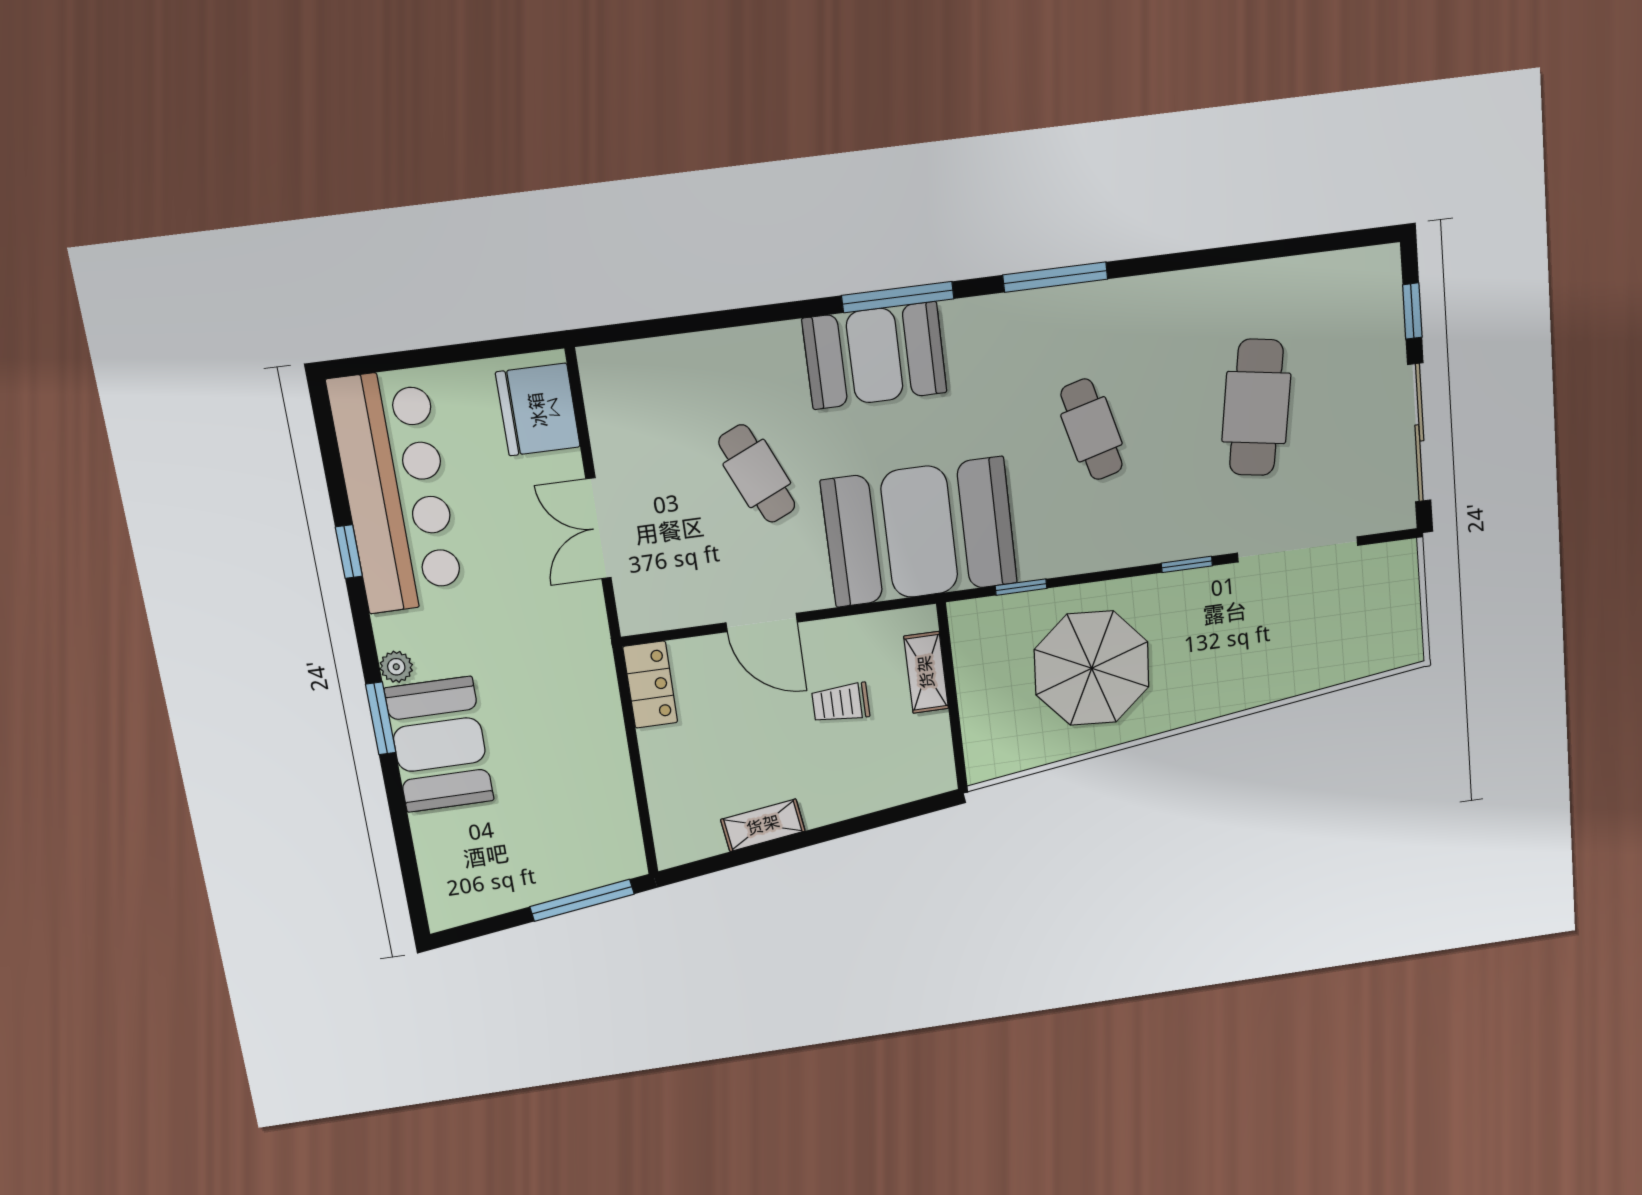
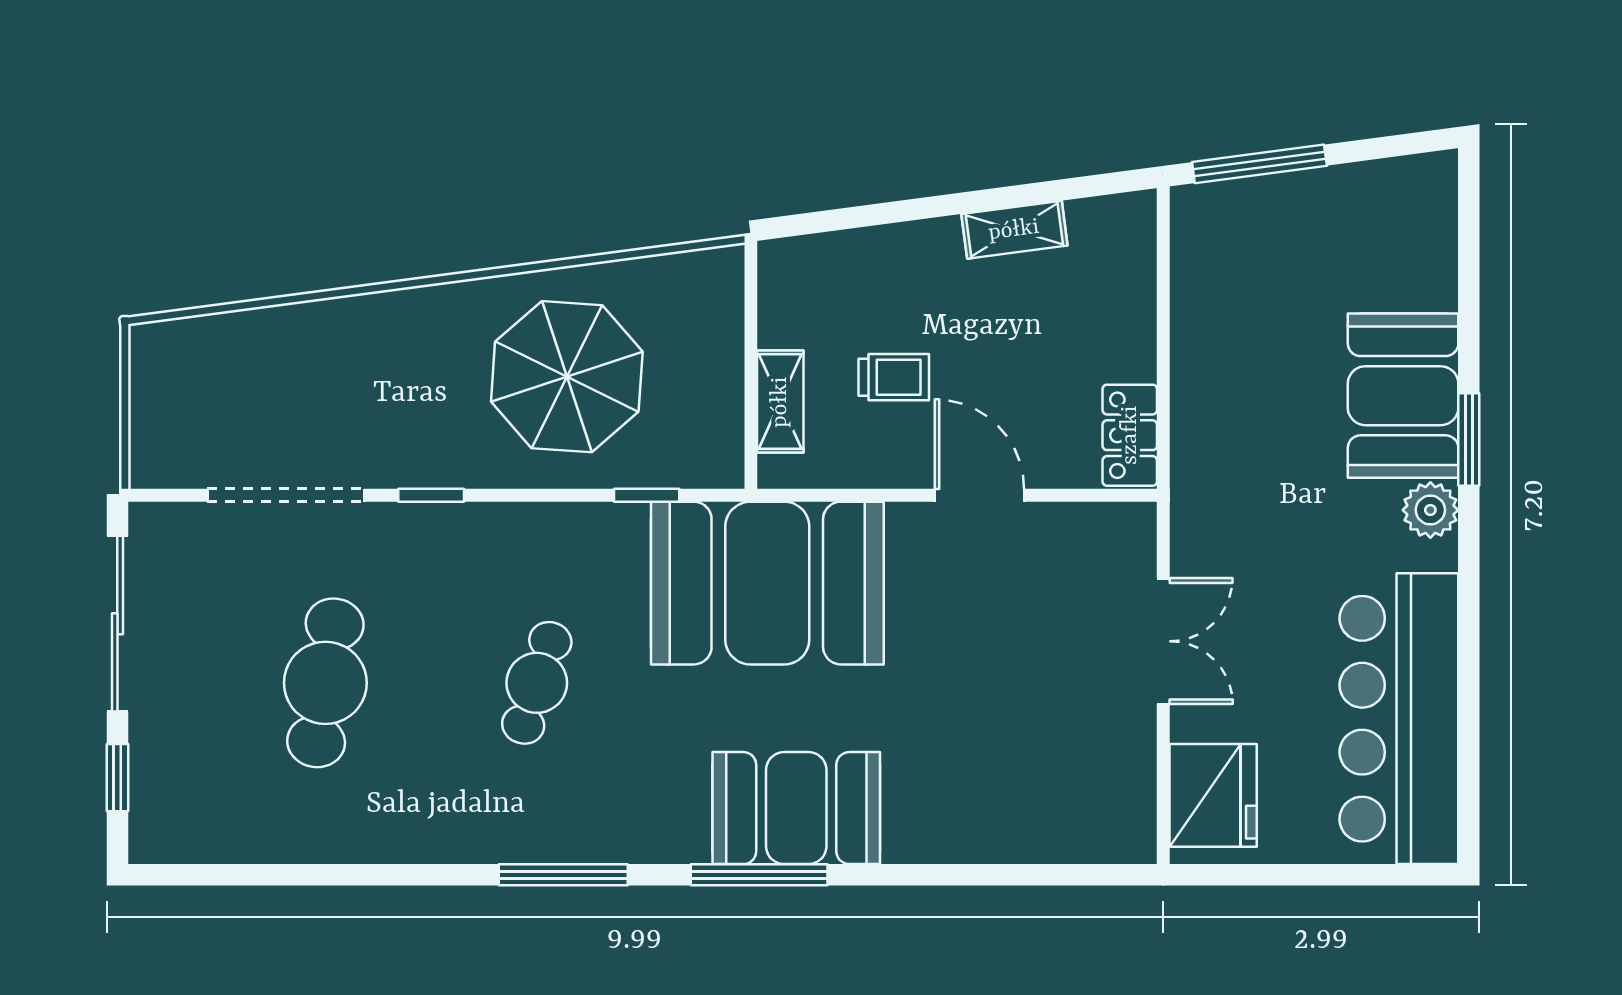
cafe table: (1092, 429) -> (537, 683), turned 33
cafe table: (757, 474) -> (960, 683), removed
window: (349, 552) -> (1469, 653), removed
plant: (396, 667) -> (1430, 510), width x1.38, depth x1.38

